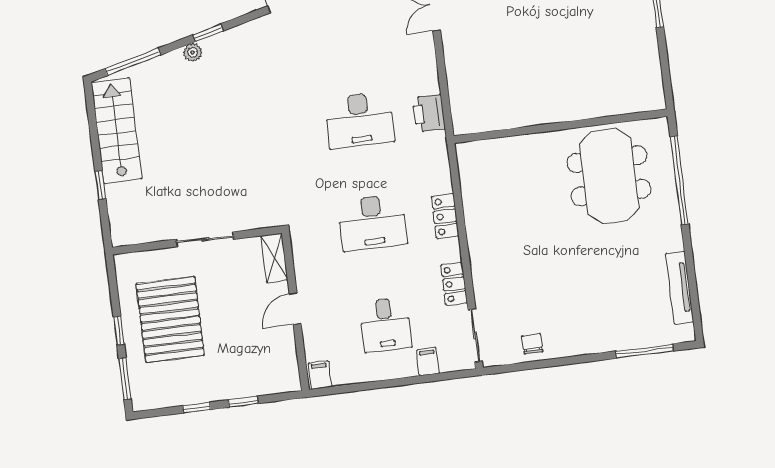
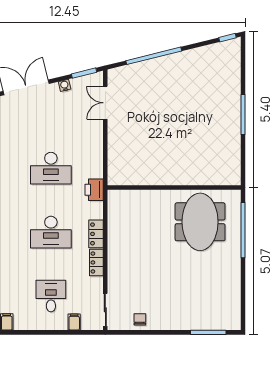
printer: (429, 113) -> (94, 190), moved
locker: (454, 284) -> (96, 262), moved
tv unit: (680, 288) -> (235, 296), removed
desk: (385, 325) -> (51, 296), turned 180

